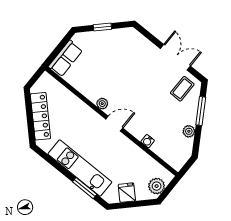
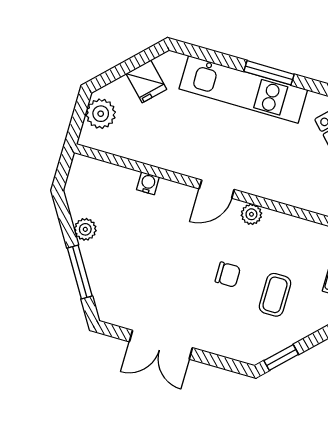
window: (102, 27) -> (281, 358), moved
chair: (127, 78) -> (228, 275), added
coffee table: (182, 89) -> (275, 295), moved
window: (85, 188) -> (269, 73), moved

